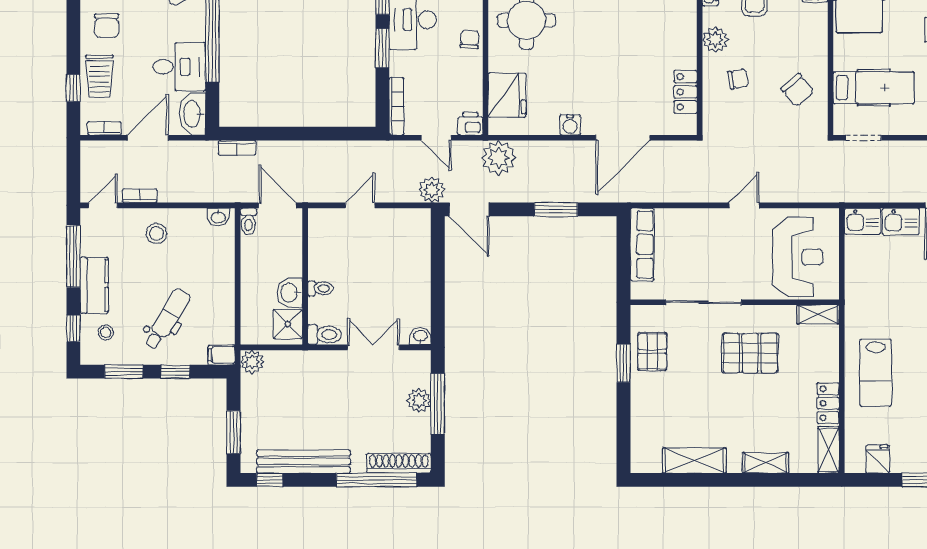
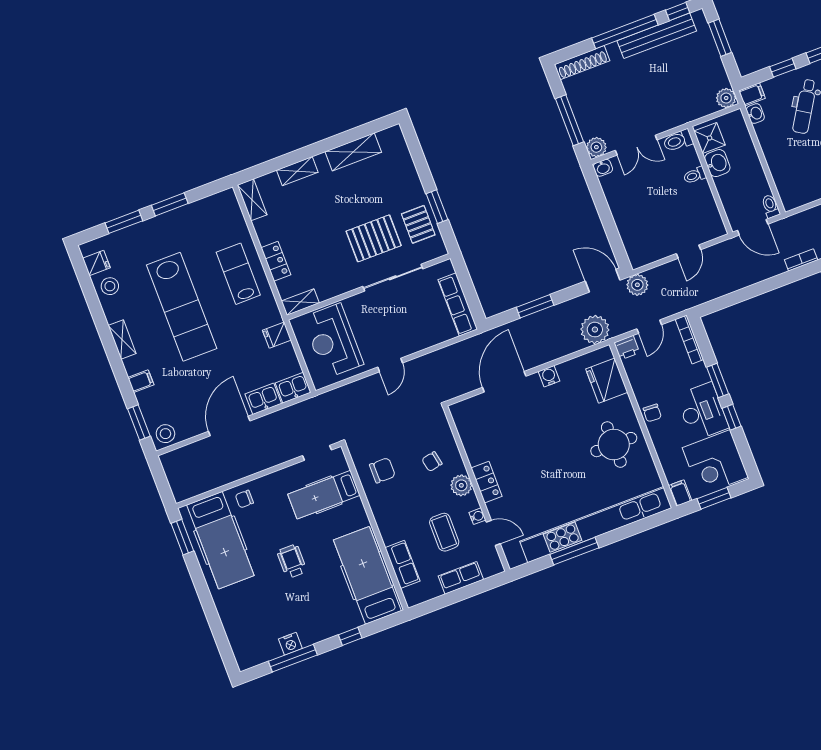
chair: (798, 90) -> (382, 470), turned 130
locker: (686, 92) -> (487, 482), moved
door: (436, 138) -> (649, 327), swing flipped
washbasin: (218, 217) -> (755, 113), moved, turned 90
pallet: (750, 353) -> (374, 238), moved
plant: (419, 400) -> (596, 147), moved
locker: (828, 403) -> (276, 261), moved
fridge: (878, 459) -> (277, 335), moved, turned 90
window: (377, 480) -> (625, 32), moved

